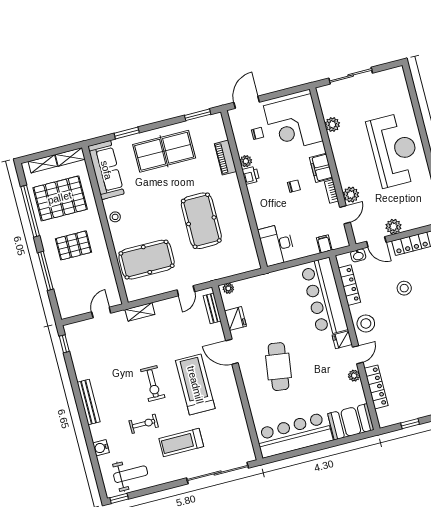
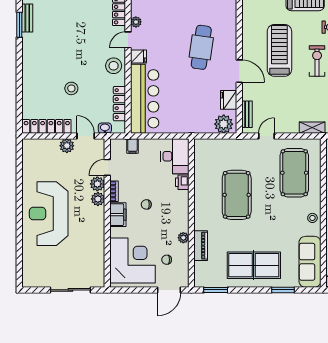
plant: (332, 124) -> (98, 199), moved
printer: (251, 175) -> (182, 182), moved
pool table: (147, 260) -> (294, 173), turned 90
plant: (228, 288) -> (224, 124), width x1.88, depth x1.88
treadmill: (195, 385) -> (279, 50), turned 180

